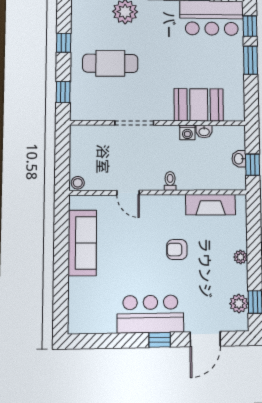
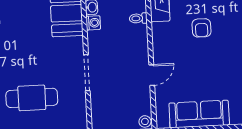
cafe table: (110, 63) -> (32, 98), turned 90
toilet: (170, 181) -> (138, 18), moved

